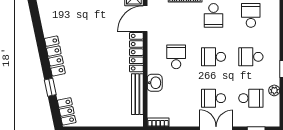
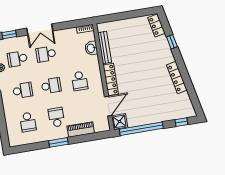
locker: (55, 56) -> (177, 78), moved
washbasin: (155, 83) -> (91, 48), moved
school desk: (213, 98) -> (46, 54), turned 180

